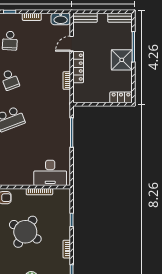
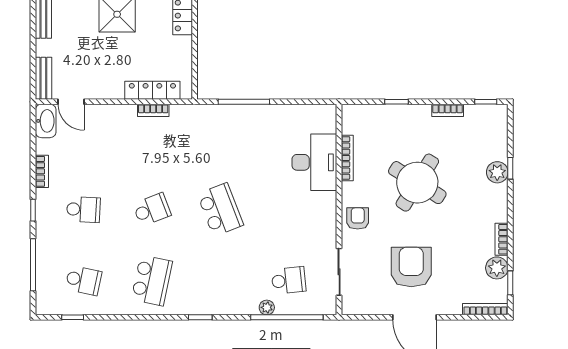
door: (72, 44) -> (71, 102), moved
locker: (78, 67) -> (152, 90), moved
desk: (50, 173) -> (314, 162), moved

